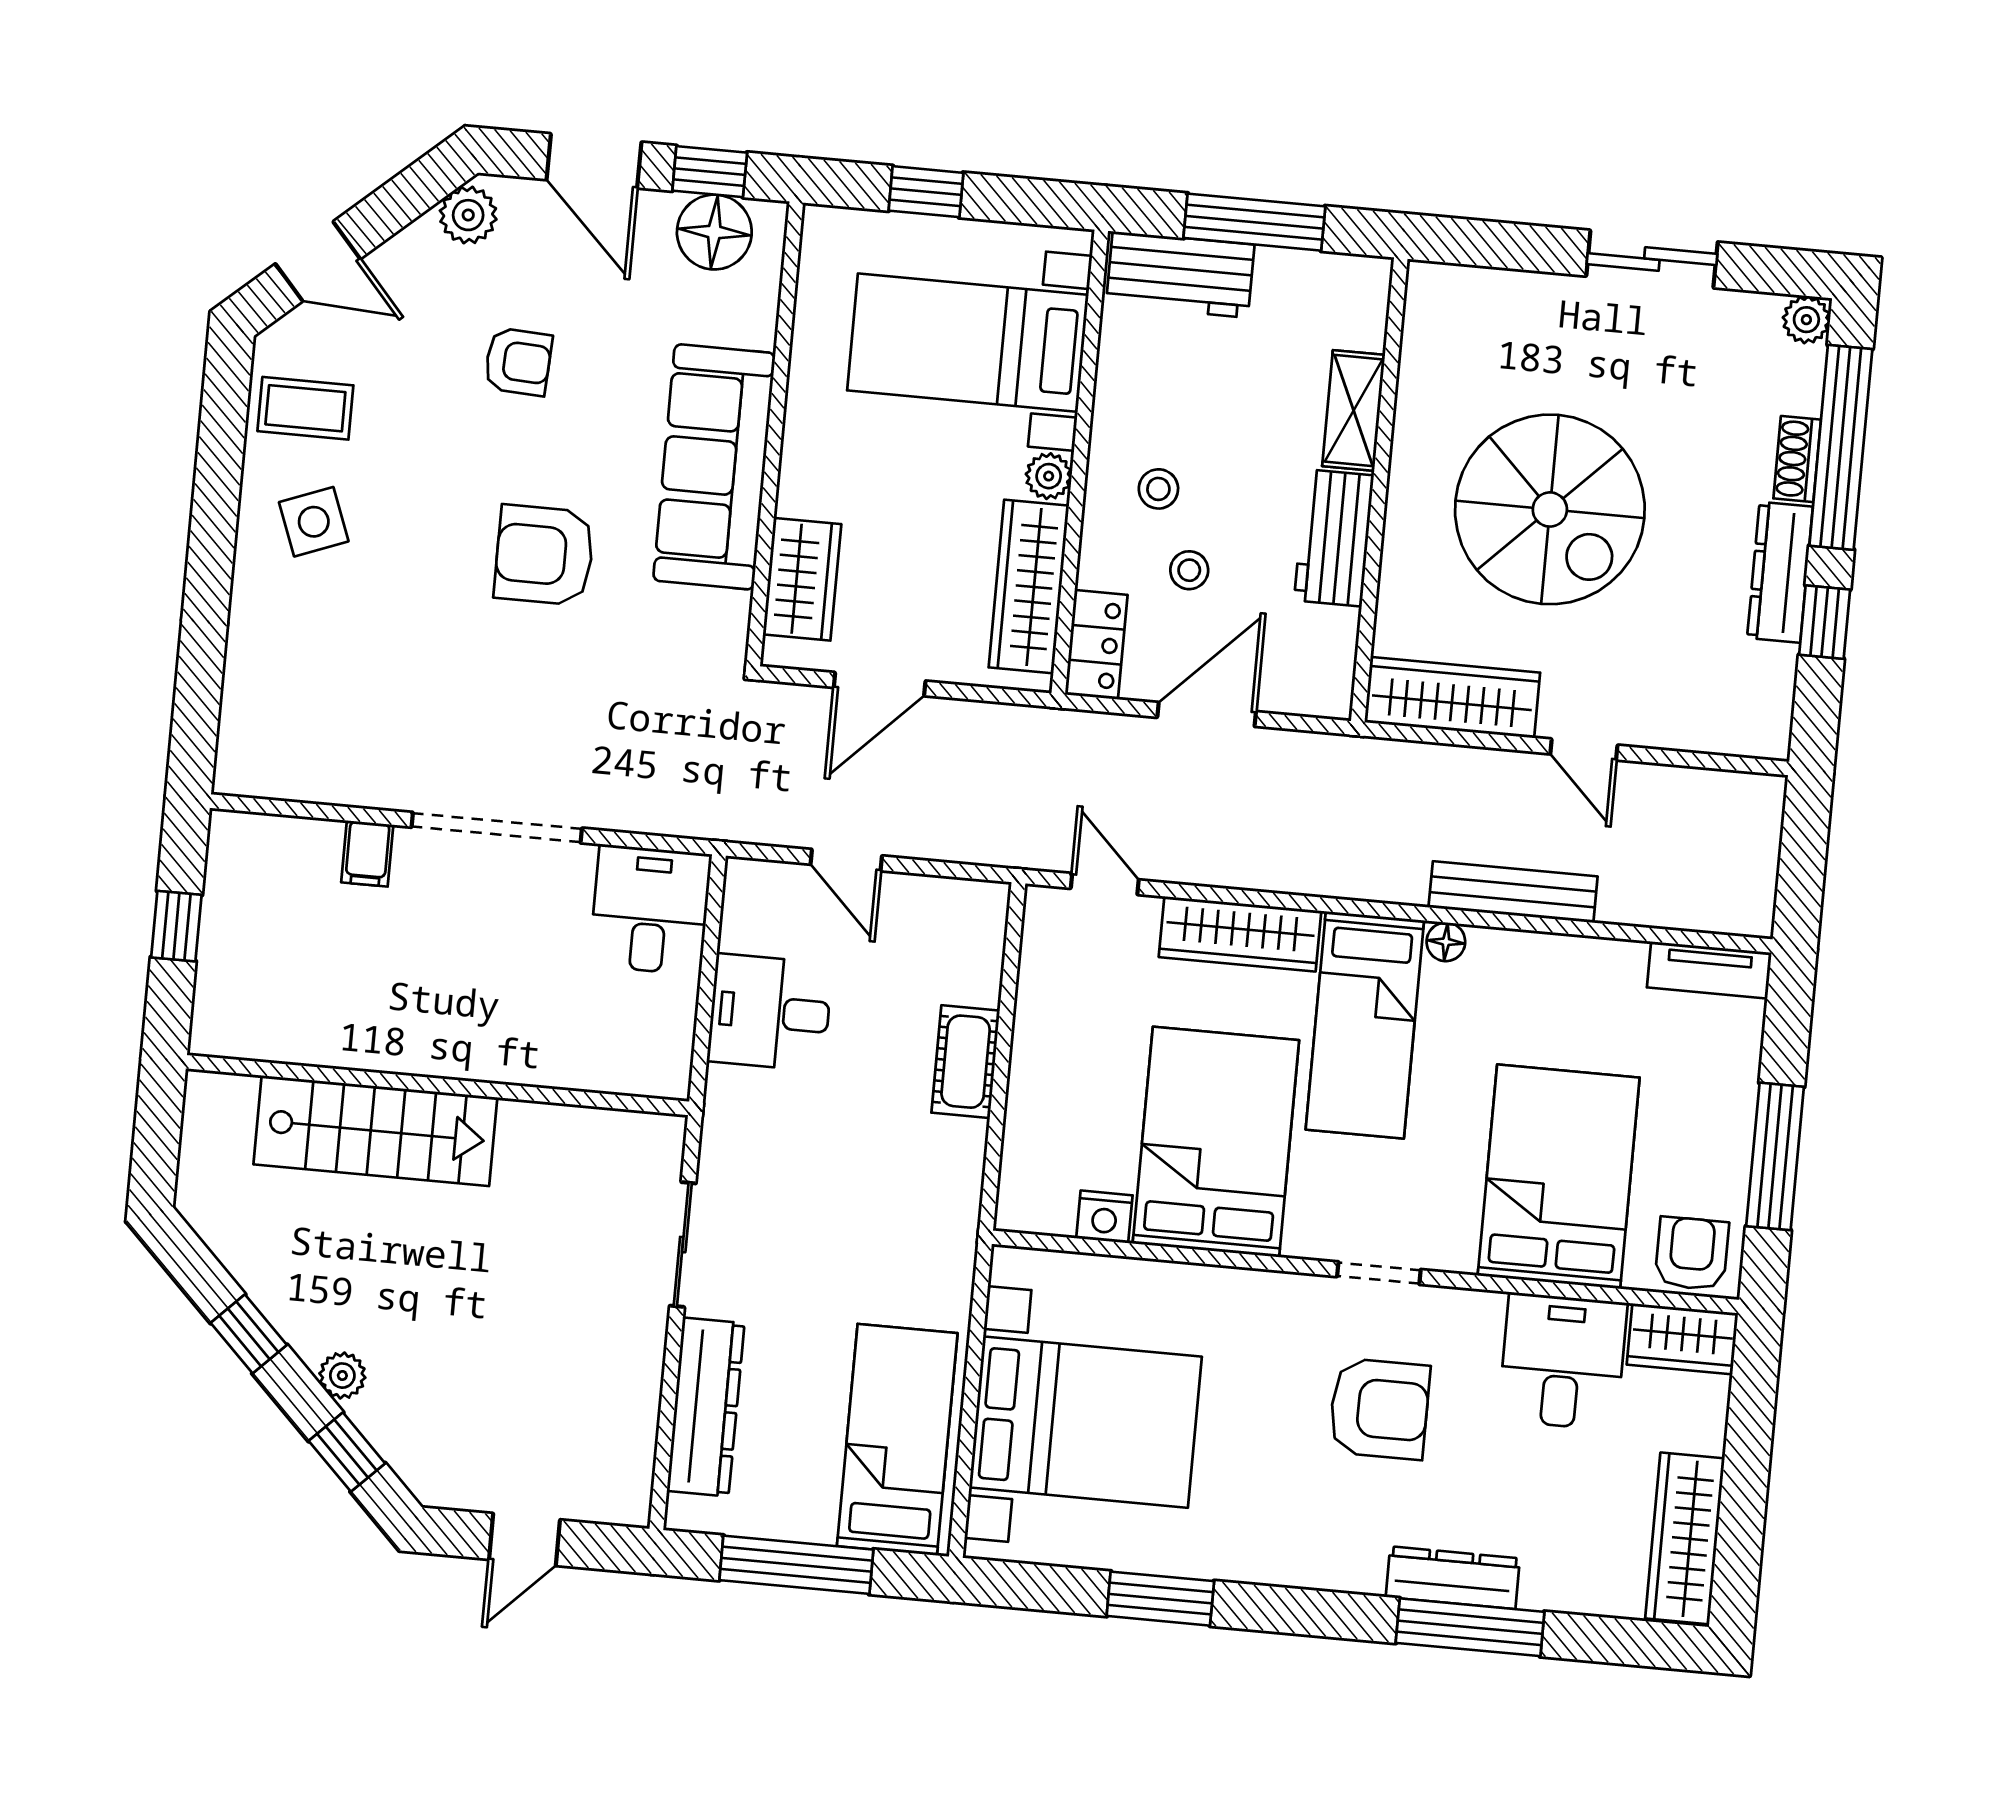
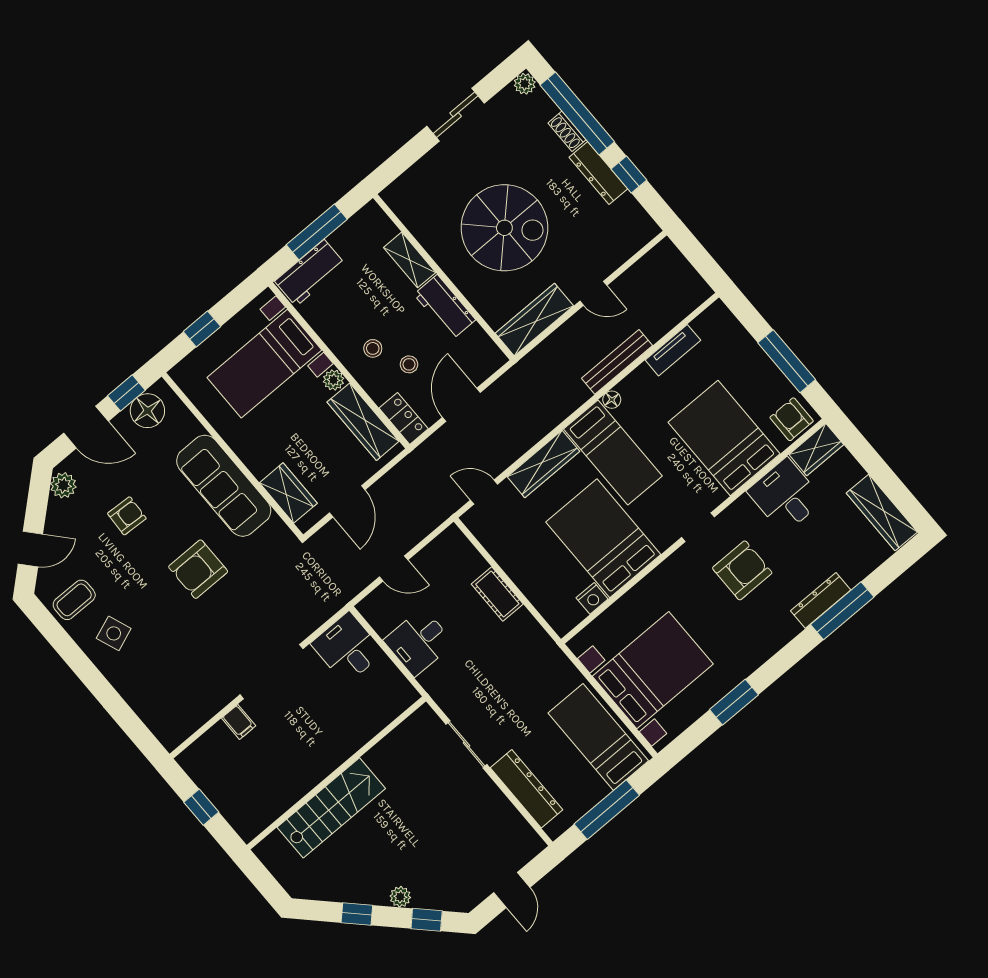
tv unit: (1709, 970) -> (673, 350), moved

